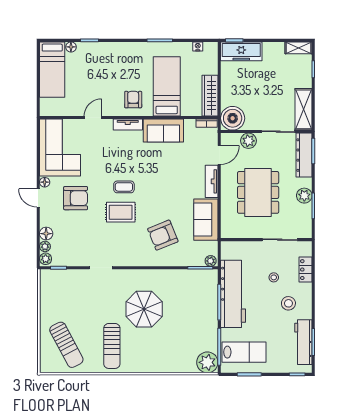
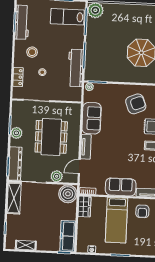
shelving: (298, 48) -> (26, 245), moved
freezer: (241, 51) -> (68, 236), moved, turned -90
wardrobe: (210, 96) -> (84, 207), width x0.67
armchair: (163, 235) -> (136, 104), moved
workbench: (233, 294) -> (76, 68), width x0.73, depth x0.76

